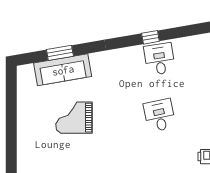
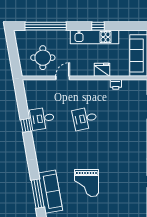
window: (60, 53) -> (38, 194), width x1.44

